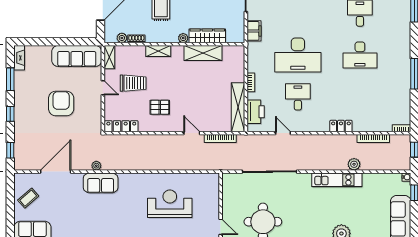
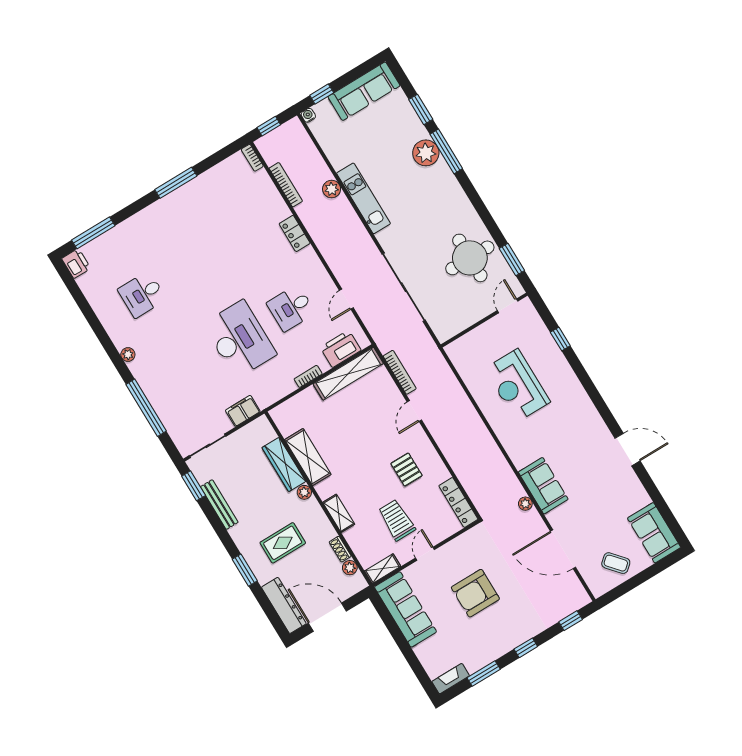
desk: (360, 55) -> (193, 263), removed

